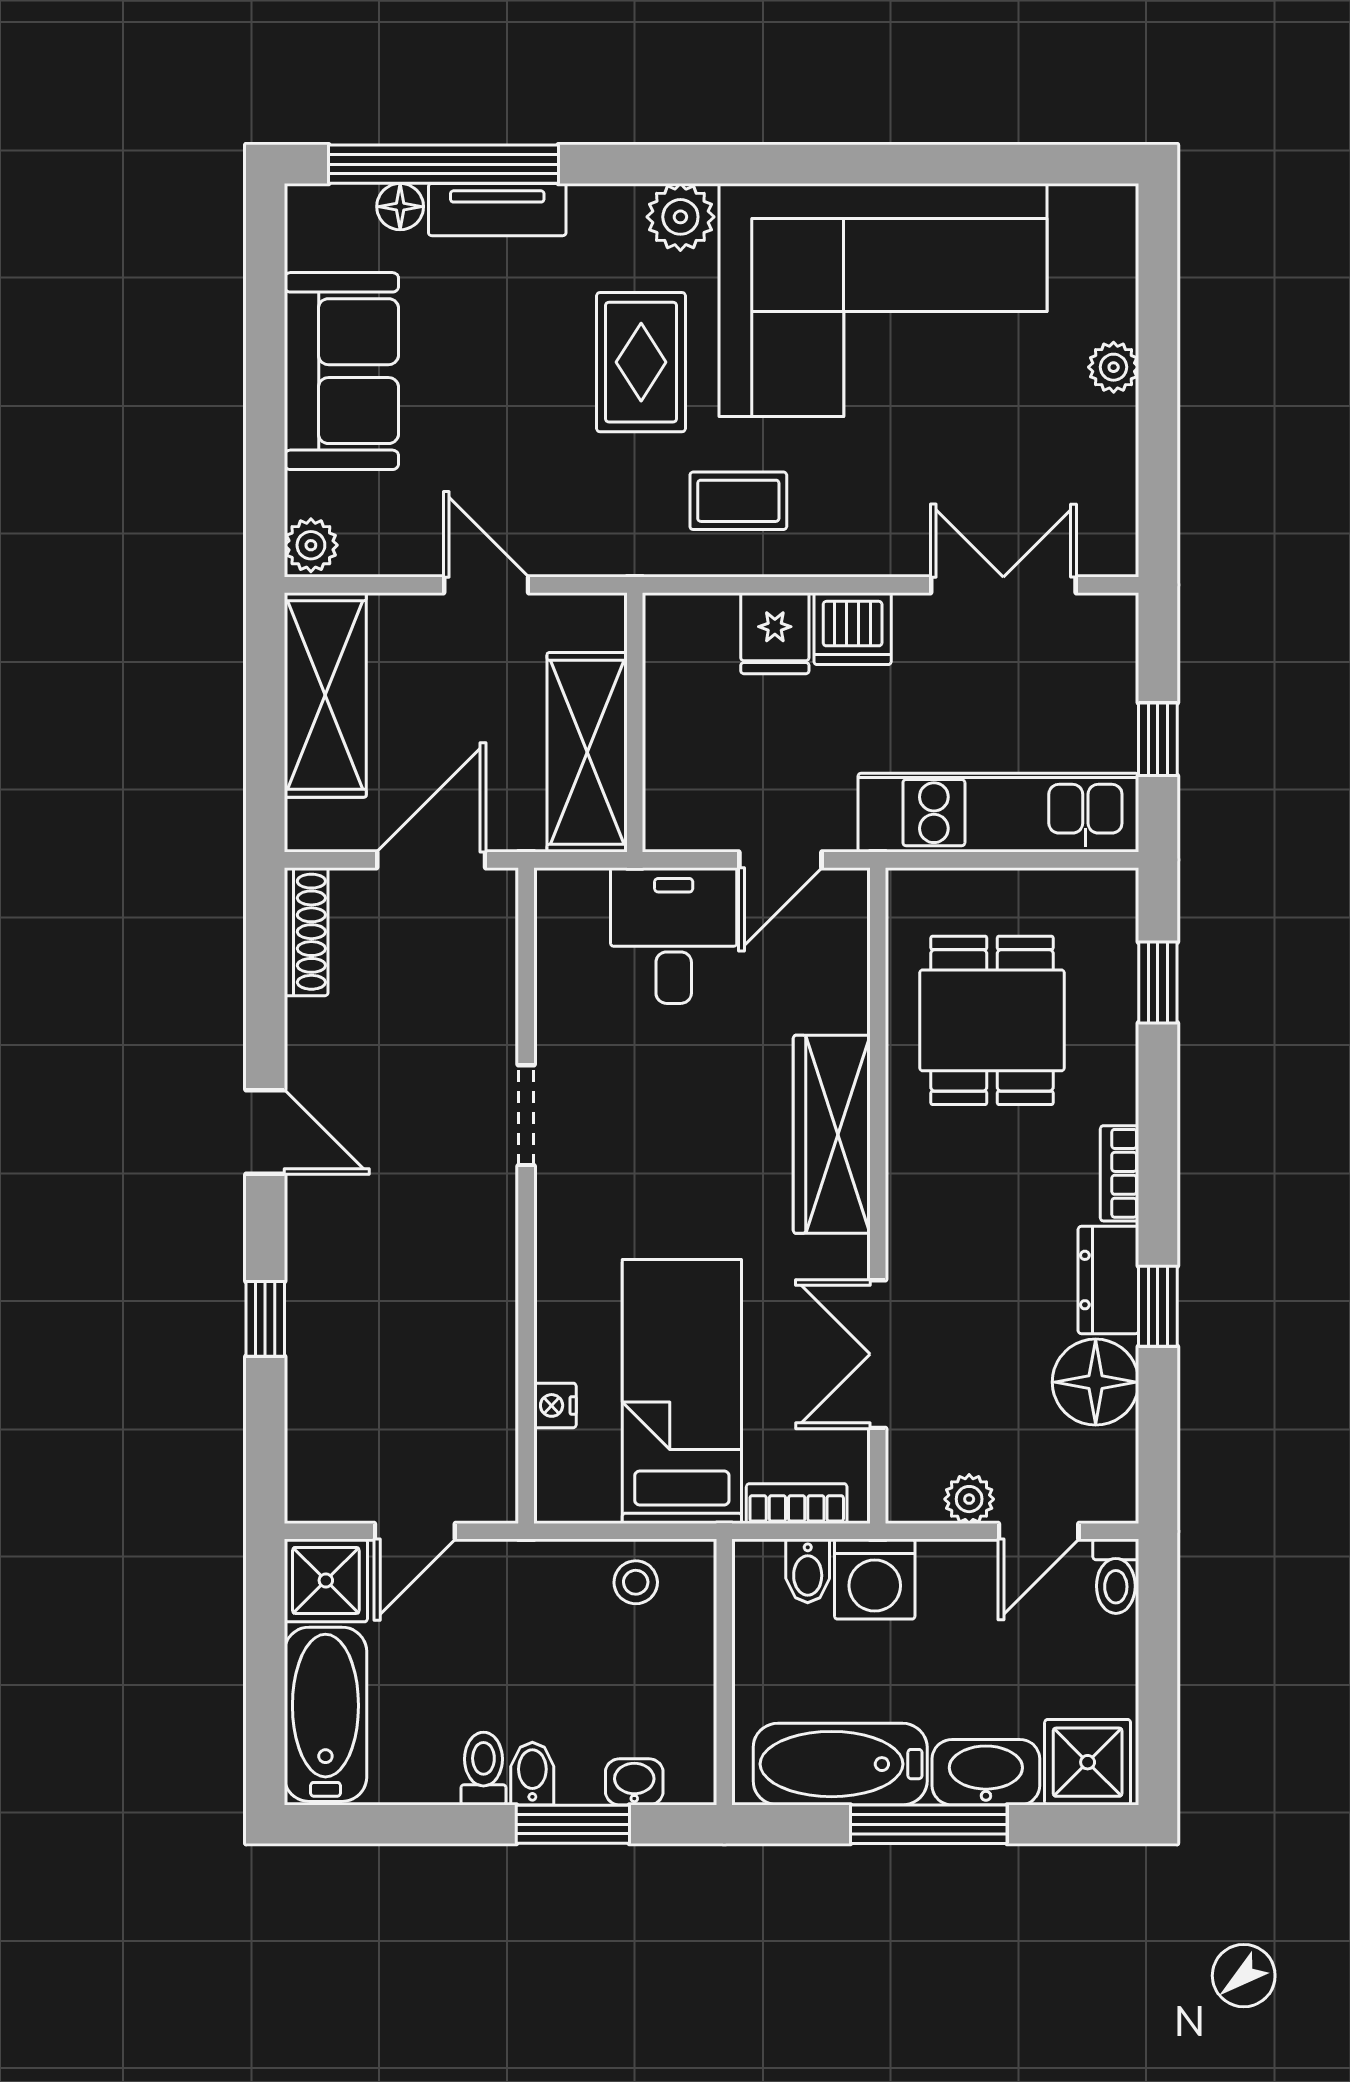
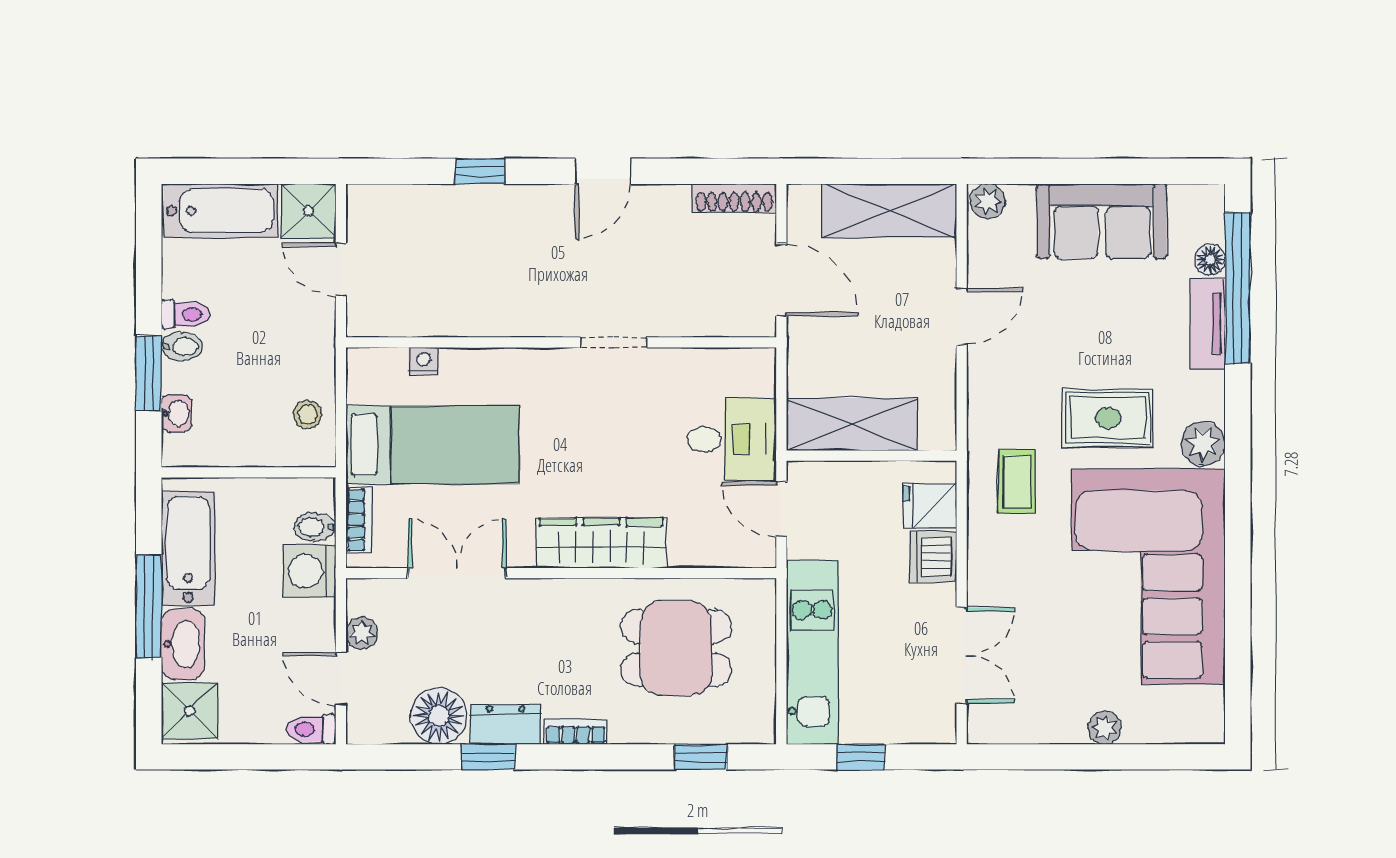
wall: (635, 722) -> (871, 456), moved
shelving: (587, 752) -> (852, 424), moved

